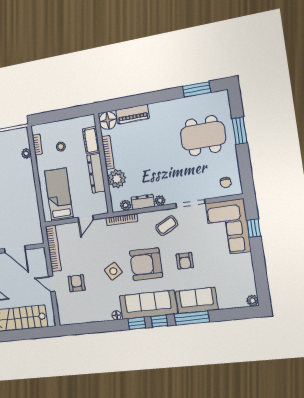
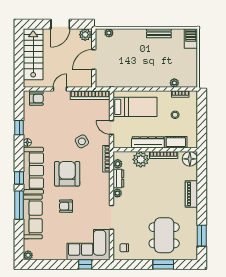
piano: (133, 114) -> (191, 194), moved
coffee table: (167, 226) -> (96, 196), removed
side table: (113, 271) -> (82, 141), moved
armchair: (77, 283) -> (36, 99), moved
sofa: (197, 301) -> (33, 217), width x1.36
window: (137, 323) -> (19, 128), moved

